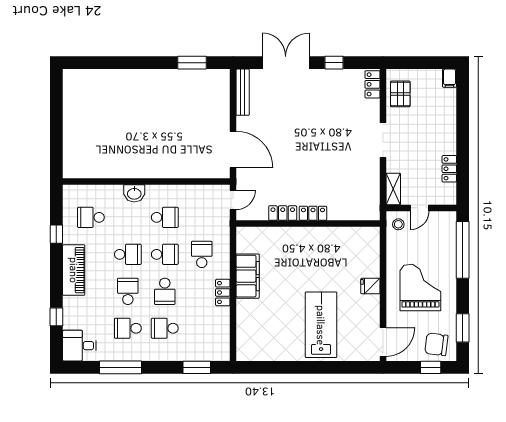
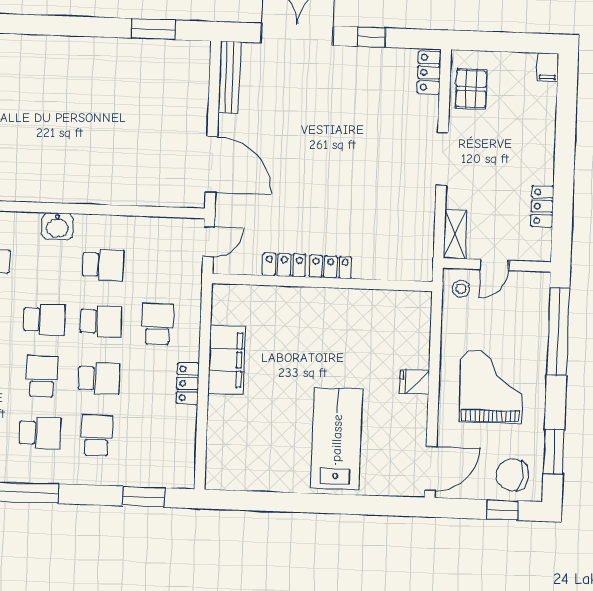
school desk: (165, 291) -> (99, 378), turned -90
school desk: (128, 328) -> (40, 433), turned 180
school desk: (165, 328) -> (97, 435), turned 90

